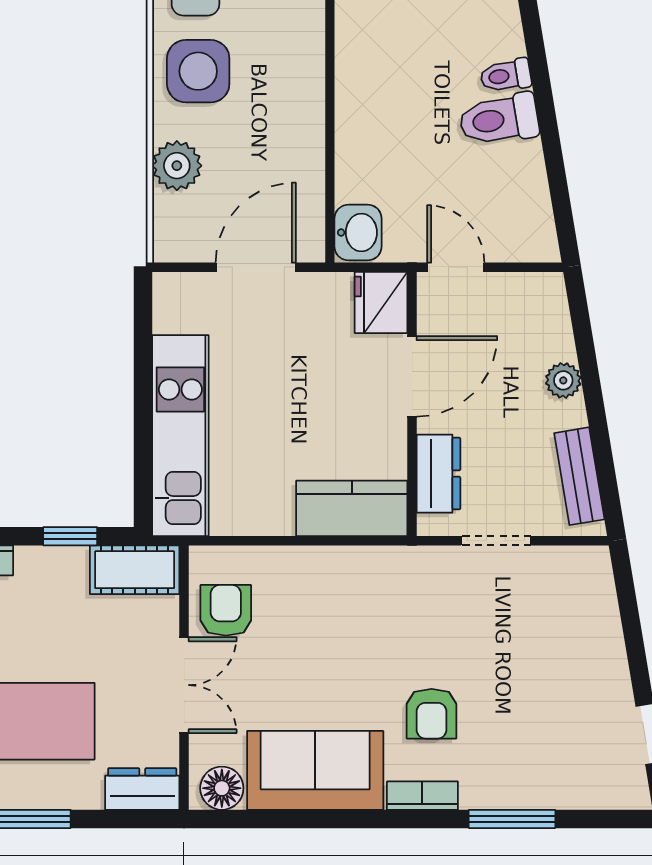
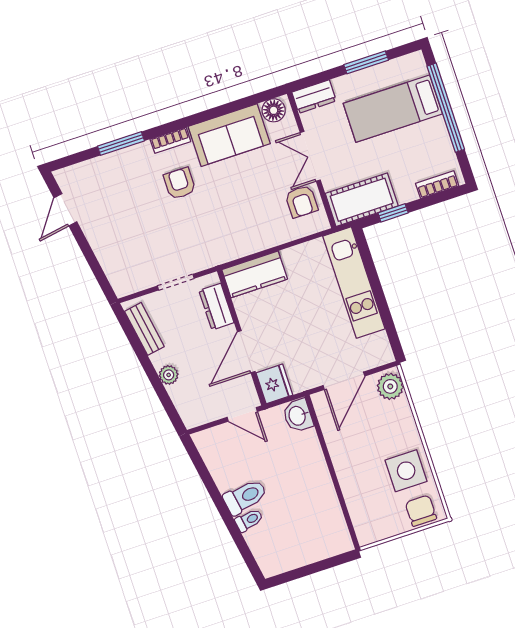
plant: (177, 166) -> (390, 386), moved
cot: (135, 570) -> (362, 200), width x1.37, depth x1.34

